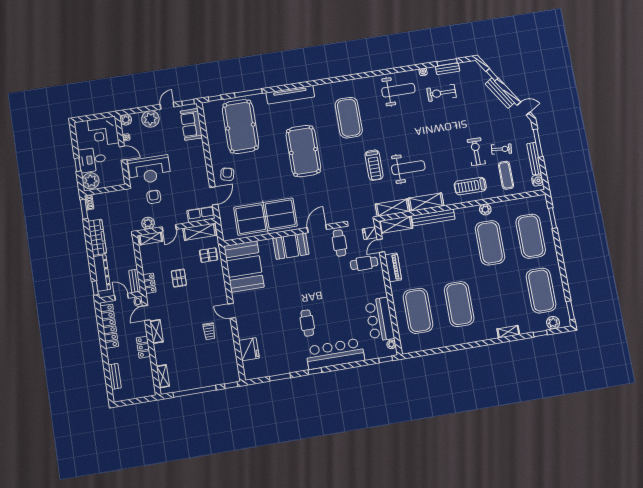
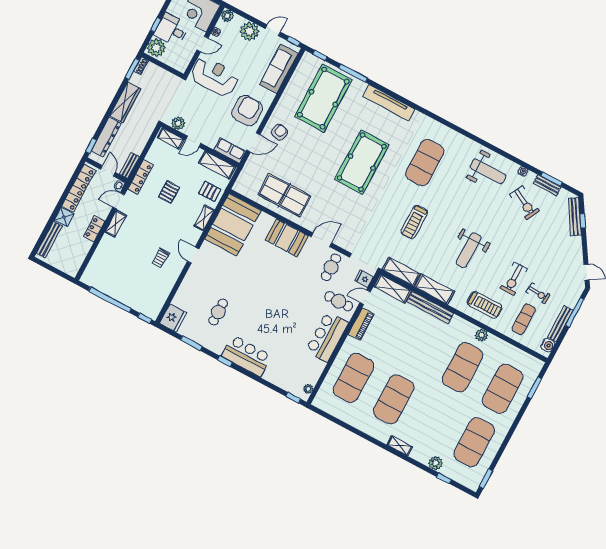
exercise bike: (441, 93) -> (525, 203), turned -152
bench: (500, 93) -> (575, 217), moved
sofa: (191, 124) -> (279, 69), width x1.36
exercise bike: (476, 152) -> (514, 278), turned 180
door: (123, 153) -> (202, 44), hinge flipped
weight bench: (408, 168) -> (469, 250), moved, turned 90
reception desk: (149, 170) -> (215, 77), turned 180
treadmill: (470, 186) -> (484, 305), turned 180
armchair: (154, 197) -> (247, 111), moved, width x1.88, depth x1.88
table tennis table: (265, 217) -> (284, 195), width x0.73, depth x0.76
locker: (149, 283) -> (140, 177), width x1.53
bar counter: (380, 320) -> (327, 337), moved
cafe table: (307, 323) -> (218, 312), moved
plant: (553, 323) -> (436, 463), moved
shelving: (508, 332) -> (400, 446), moved
fridge: (249, 349) -> (173, 318), moved
bar counter: (335, 354) -> (246, 356), width x0.73
shower: (114, 356) -> (64, 217), added
bench: (115, 376) -> (49, 239), width x1.36
shelving: (163, 376) -> (204, 218), moved

